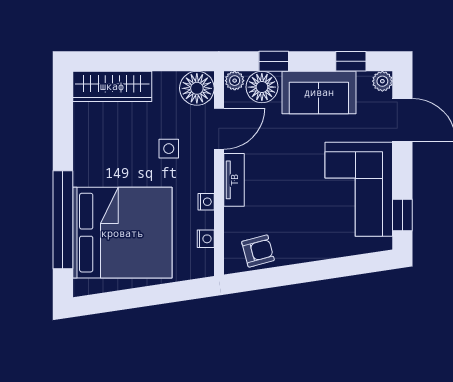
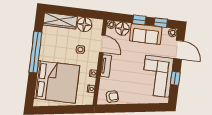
window: (274, 61) -> (139, 20), moved
floor lamp: (197, 88) -> (84, 25), moved
door: (219, 129) -> (102, 44), hinge flipped
window: (402, 215) -> (175, 78), moved
window: (63, 220) -> (35, 52), moved

